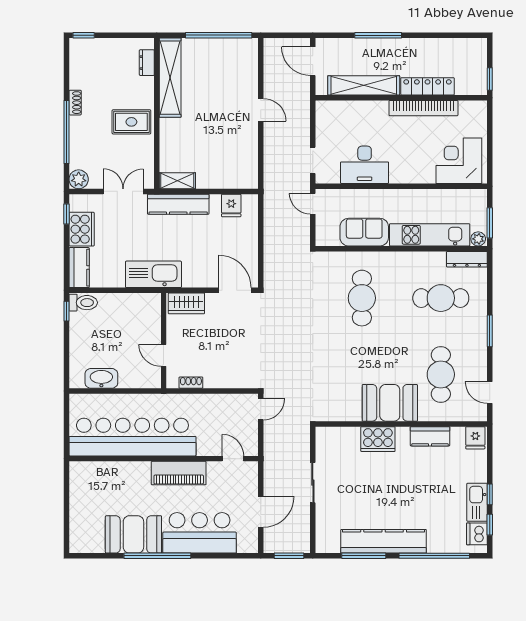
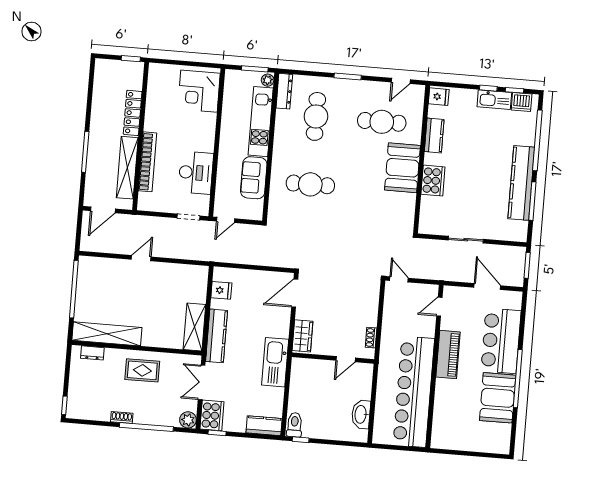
bookcase: (423, 108) -> (148, 162), moved
rug: (131, 122) -> (142, 370), turned 90
shelving: (177, 181) -> (194, 327), width x1.50, depth x1.33
cooker: (82, 229) -> (212, 415), moved, turned 90

